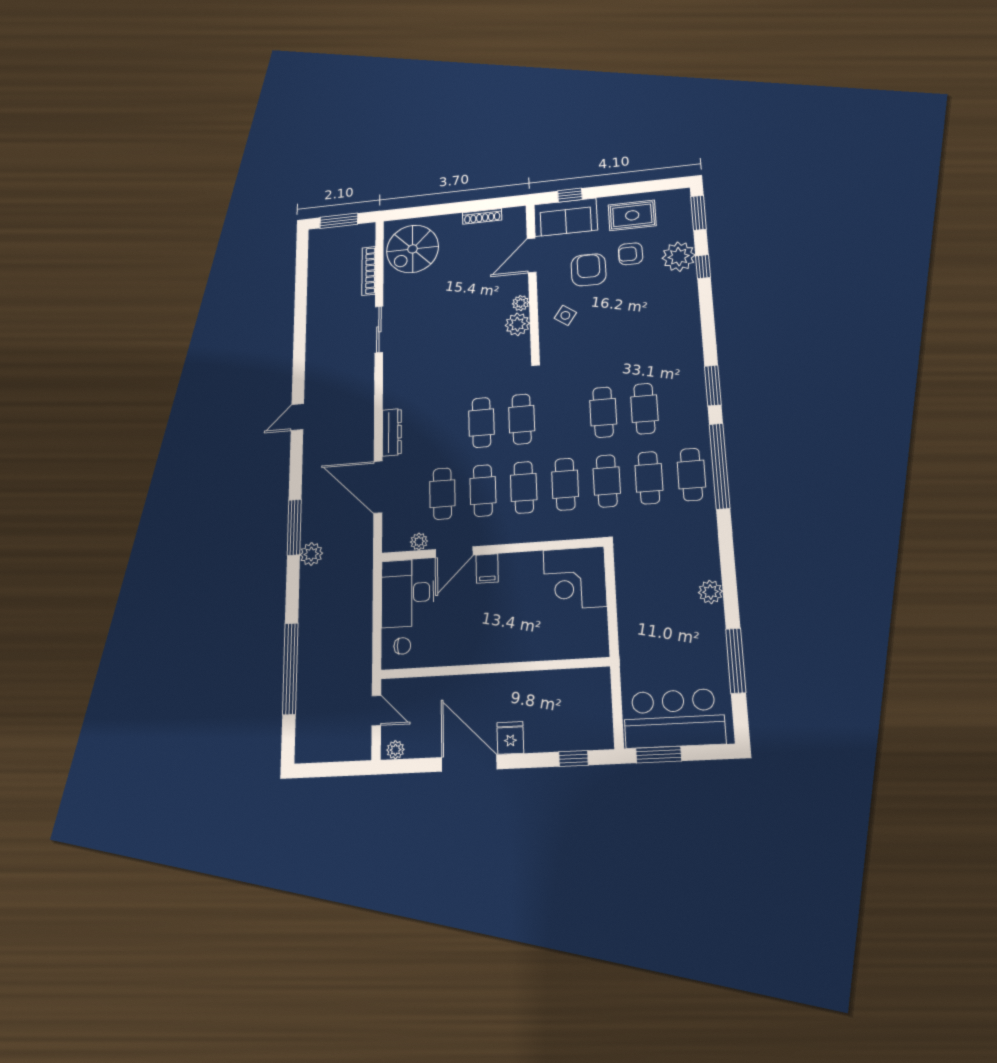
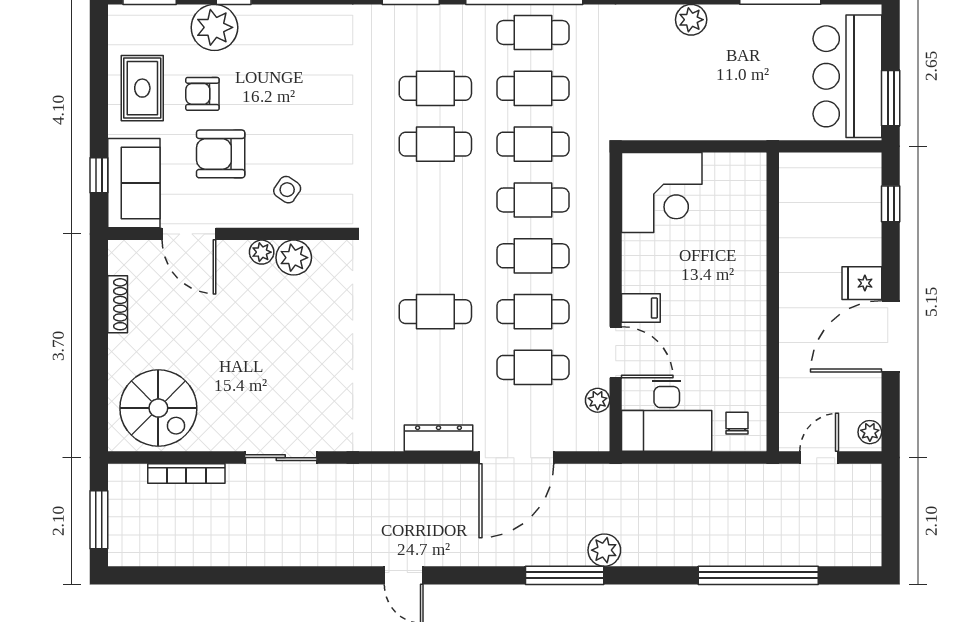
armchair: (631, 254) -> (202, 94), turned 90
cafe table: (522, 419) -> (435, 256), removed

